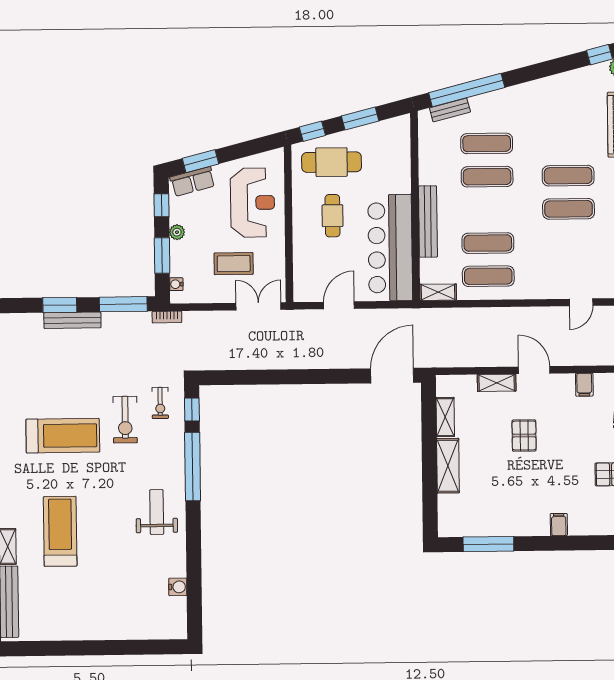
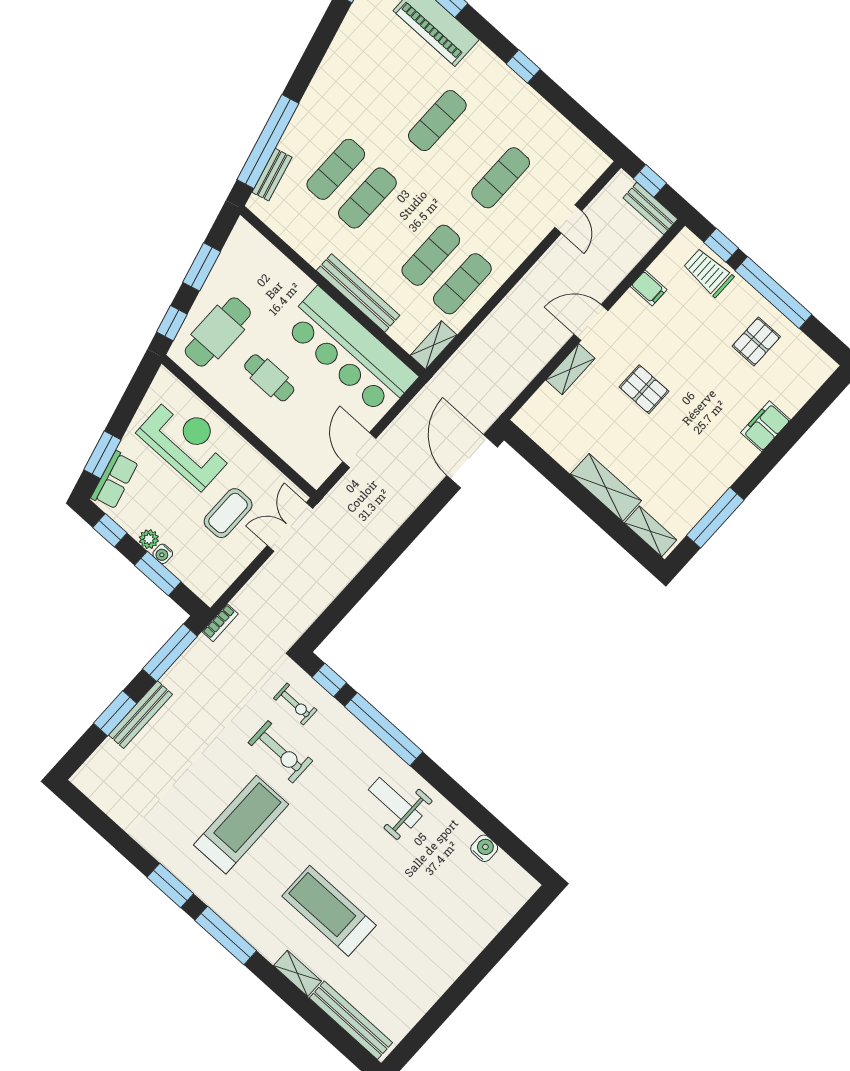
exercise mat: (569, 209) -> (501, 178), moved
water cooler: (176, 284) -> (163, 554), moved
shelving: (445, 417) -> (650, 531), moved
filing cabinet: (559, 525) -> (766, 426), width x2.00

